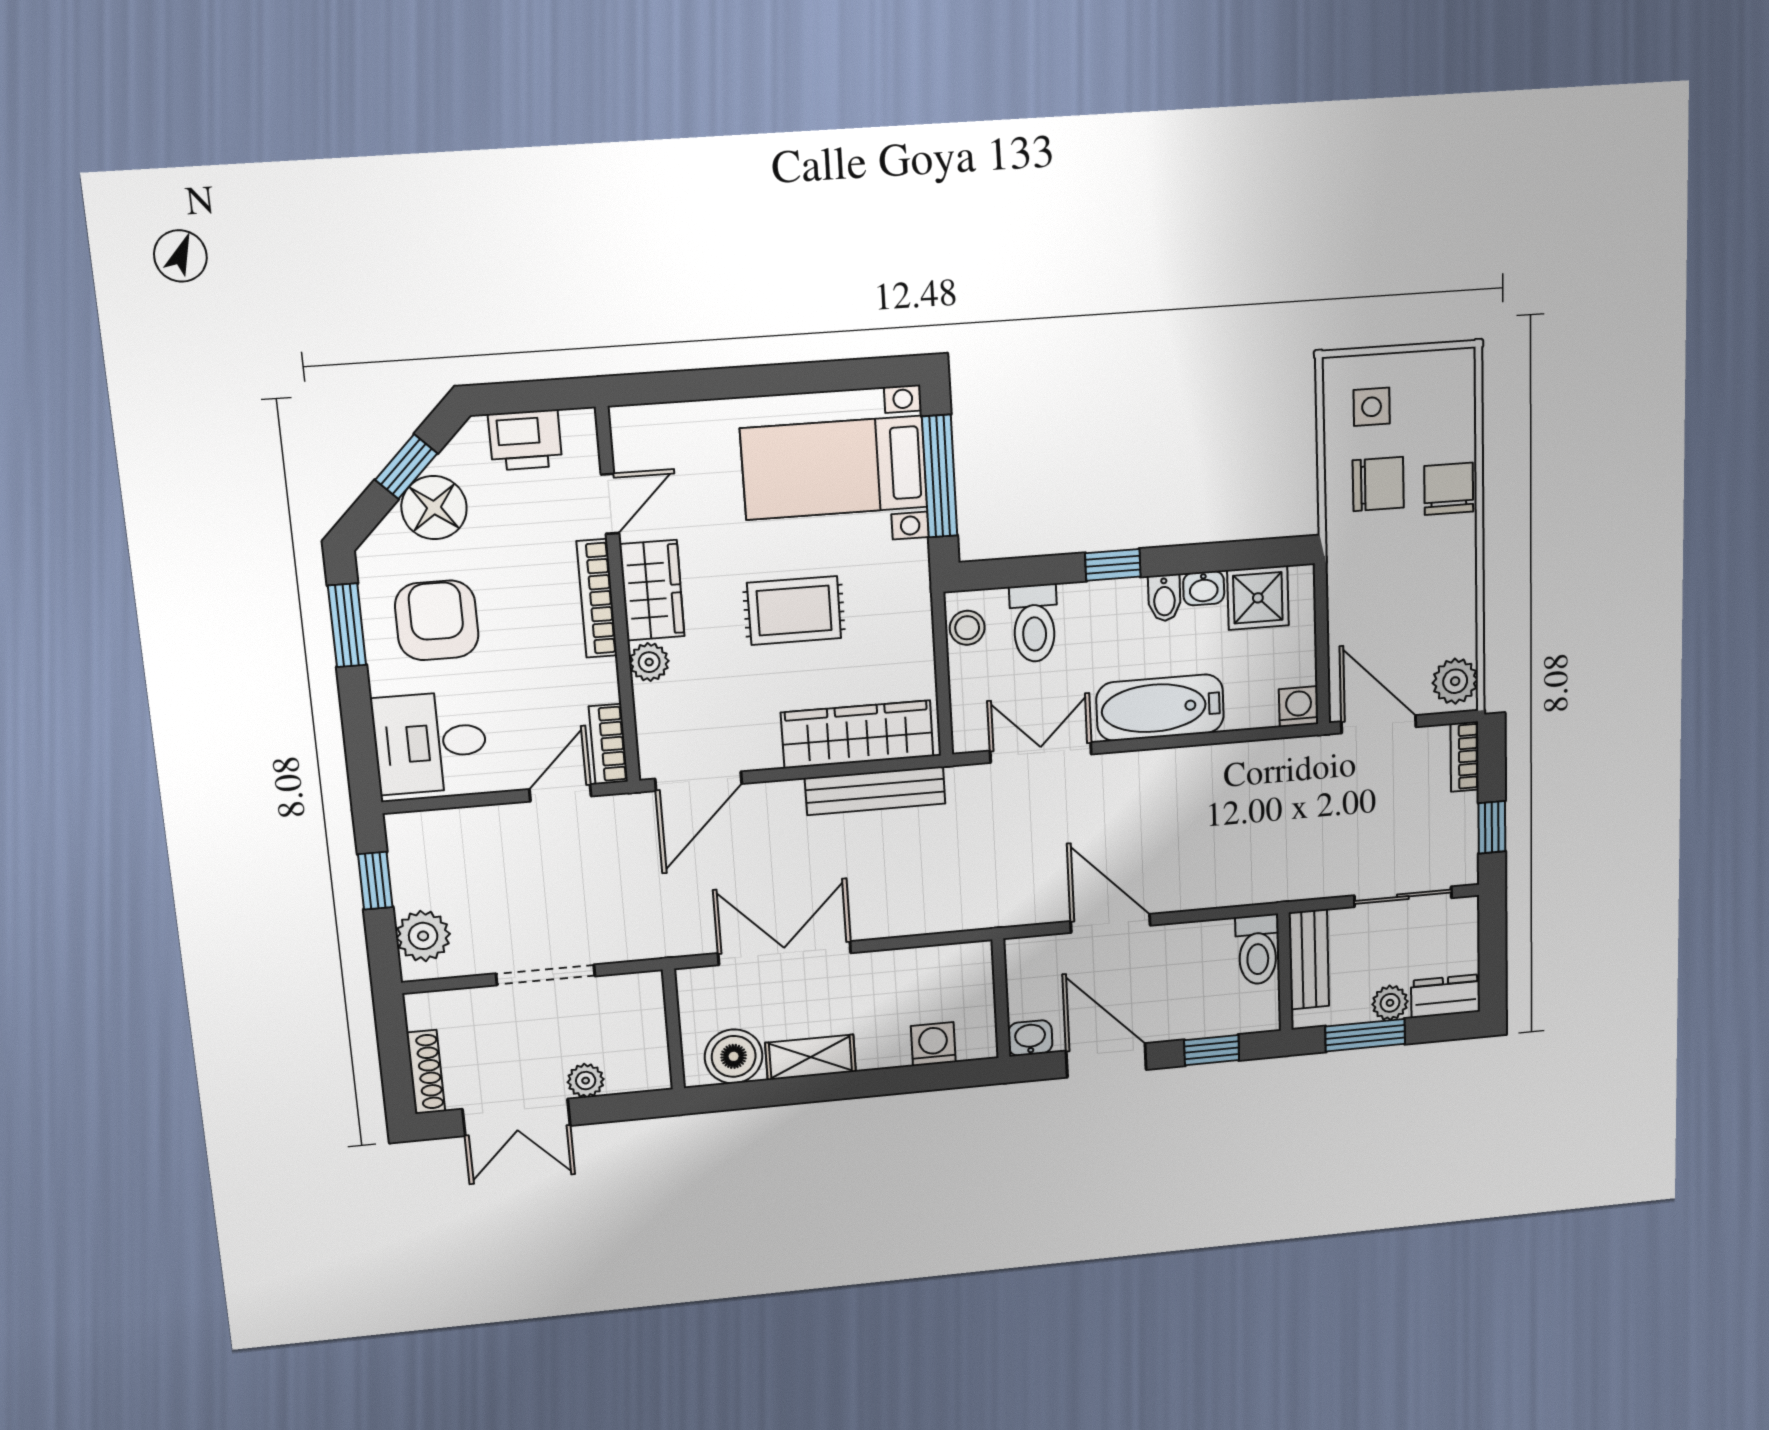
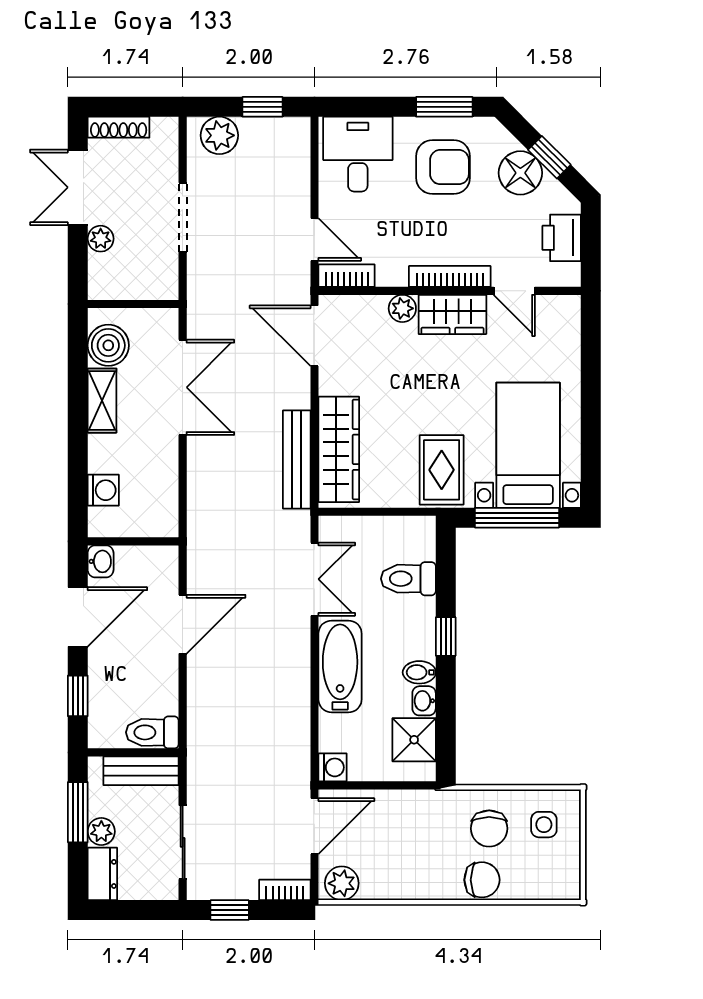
rug: (794, 611) -> (442, 470), moved
stool: (967, 628) -> (409, 531), removed

